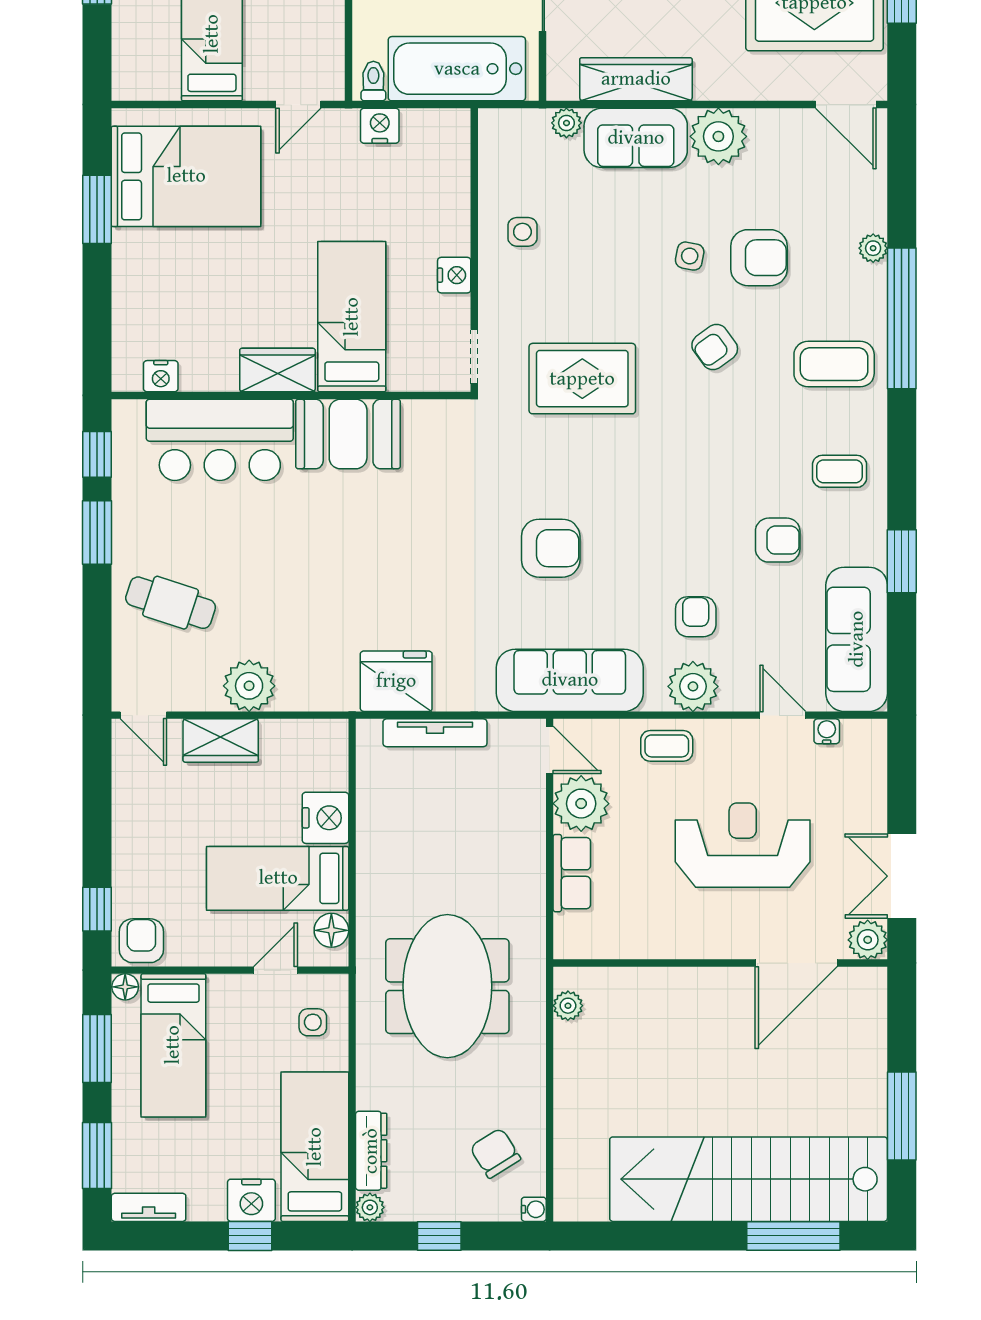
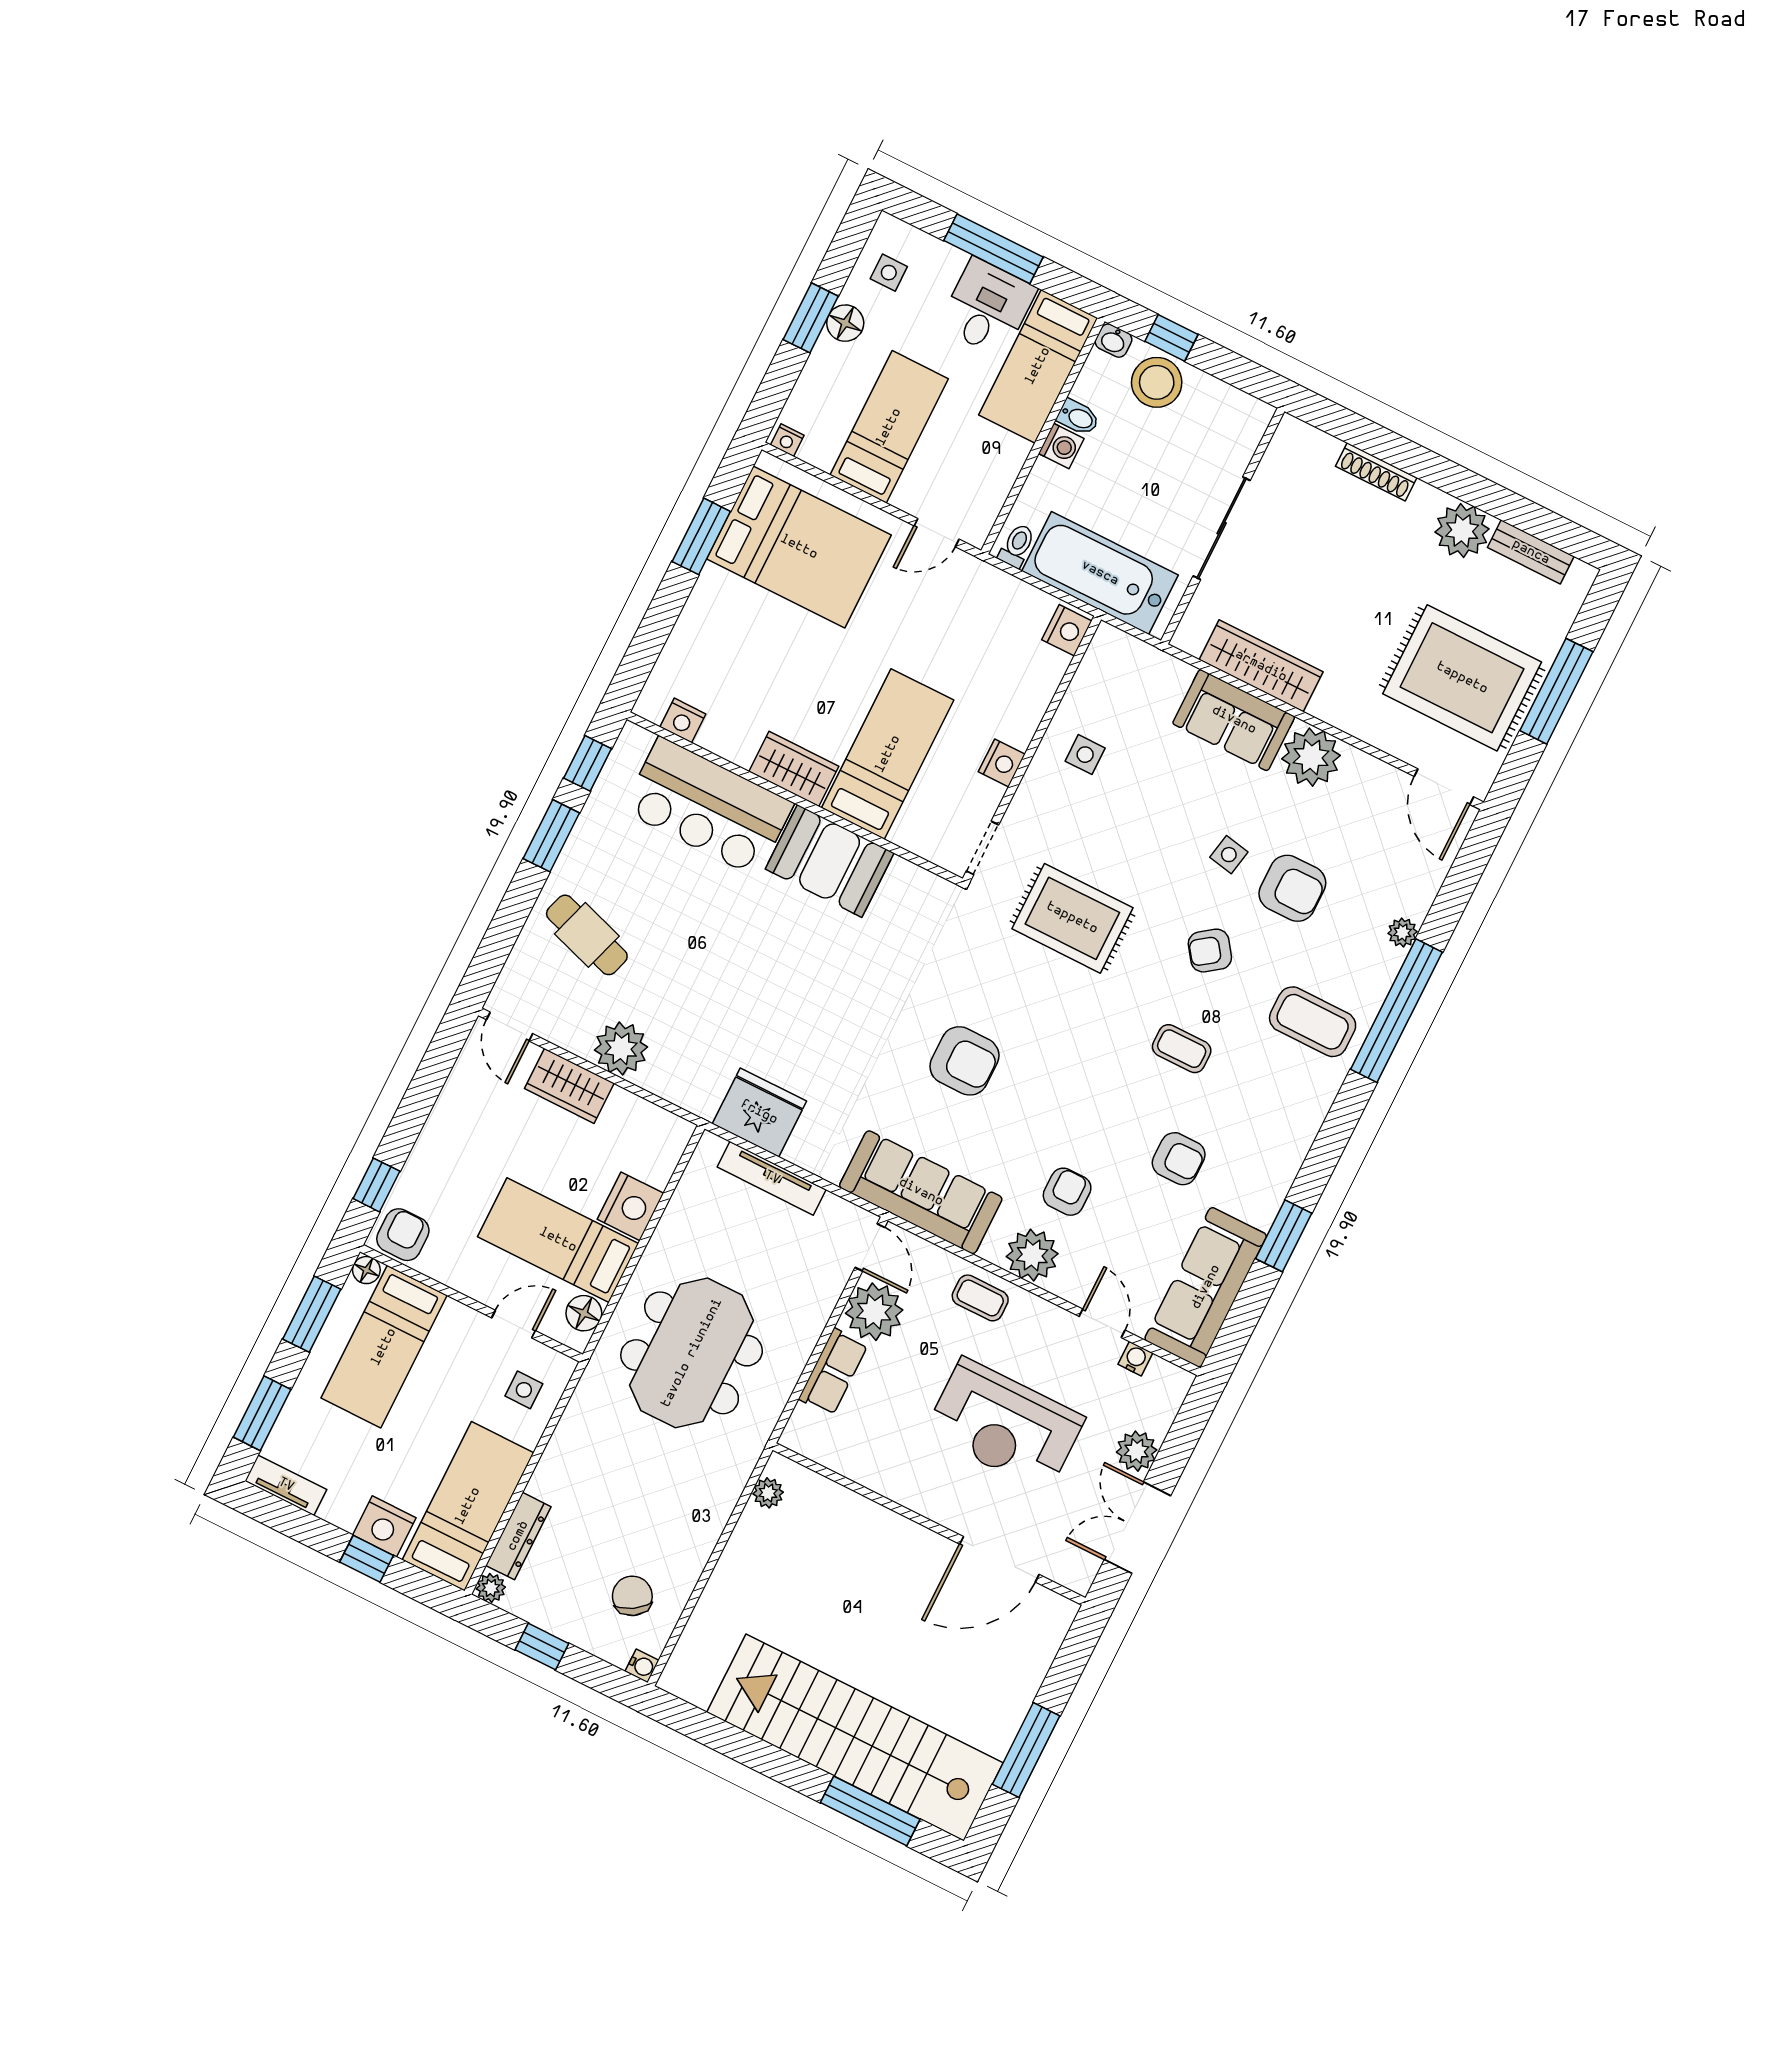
nightstand: (130, 89) -> (787, 440), added
plant: (566, 123) -> (1176, 674), removed
nightstand: (380, 126) -> (1067, 630), moved, turned 90
coffee table: (840, 471) -> (1182, 1049), moved
reception desk: (743, 845) -> (1005, 1425), turned 180
plant: (868, 940) -> (1137, 1451), moved
meeting table: (447, 986) -> (692, 1353), moved

